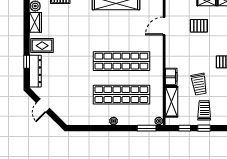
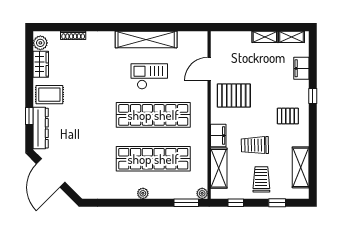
pallet: (199, 26) -> (234, 96), moved, width x1.50, depth x1.42
checkout: (118, 32) -> (149, 76), added
trolley: (199, 84) -> (255, 145), turned 99
door: (43, 105) -> (51, 173), width x1.87
window: (204, 128) -> (277, 203), moved

